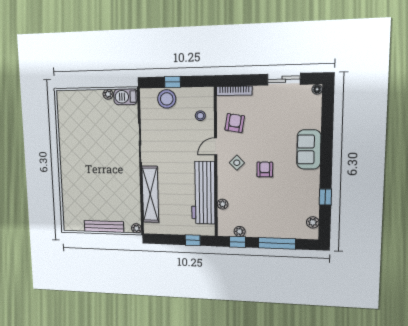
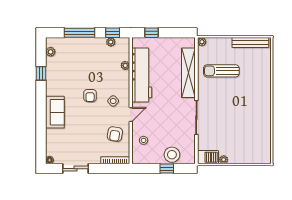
sun lounger: (114, 196) -> (221, 71), added
bench: (104, 226) -> (250, 42), moved

